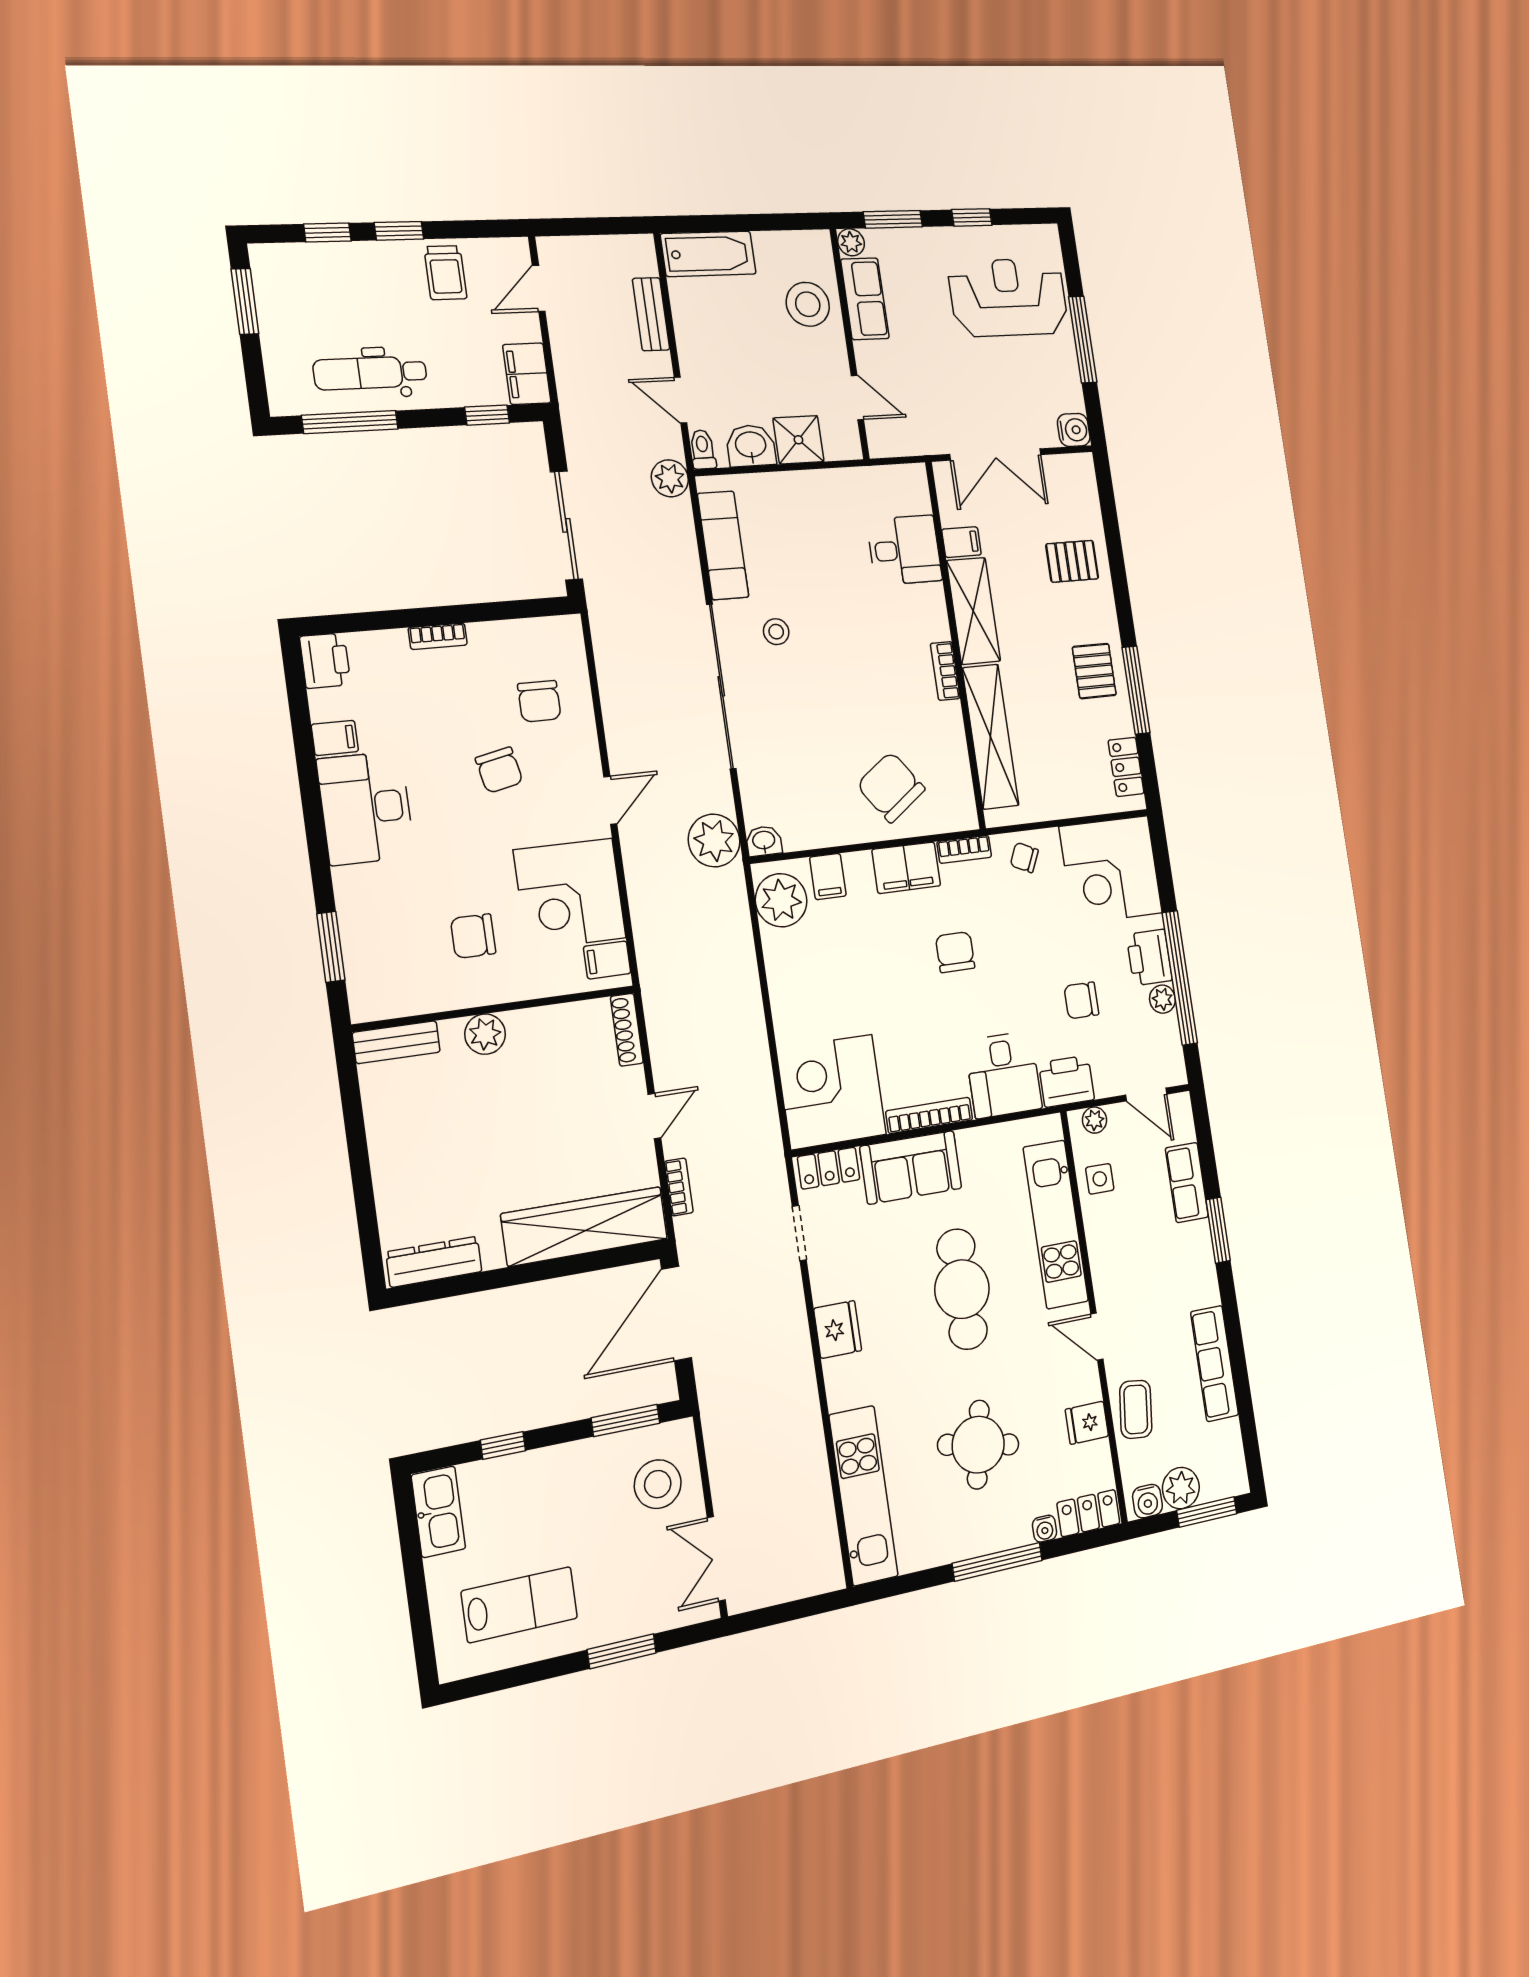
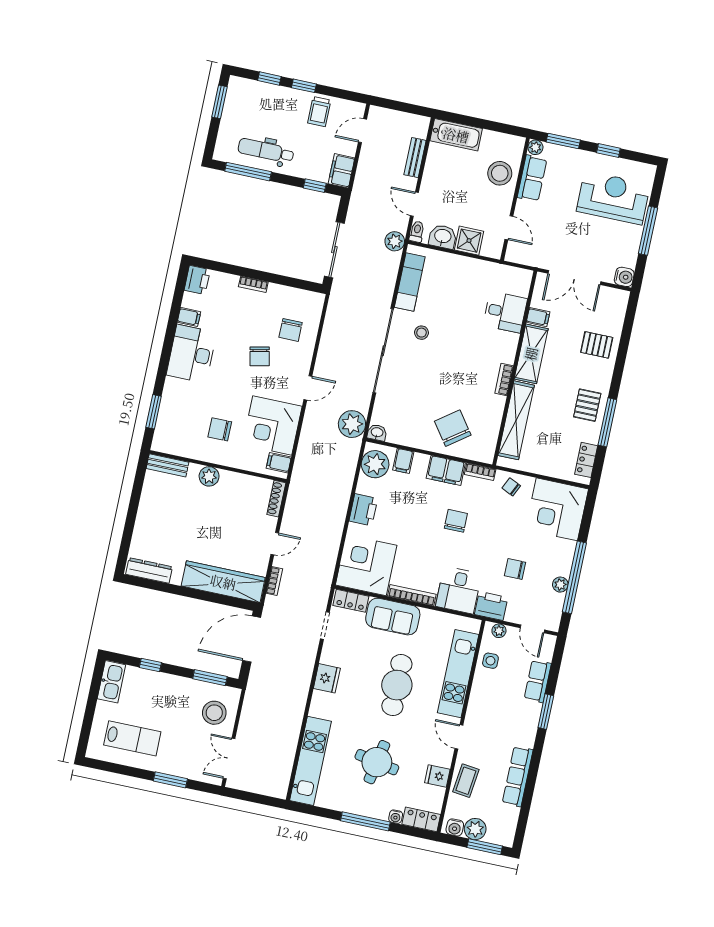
printer: (1149, 957) -> (363, 510), moved, turned 180

